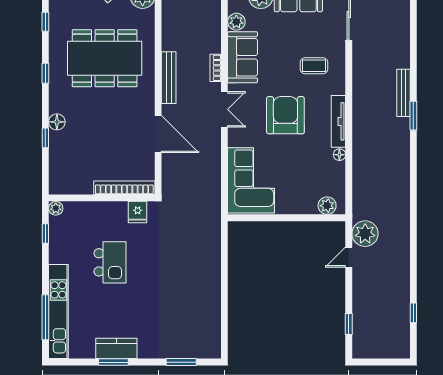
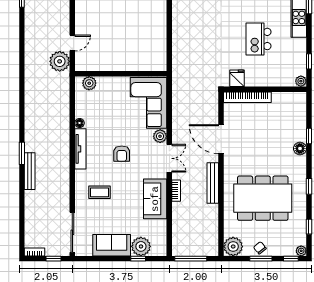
plant: (236, 22) -> (160, 136), moved
double door: (224, 109) -> (169, 158), swing flipped
armchair: (285, 115) -> (122, 154), width x0.53, depth x0.53

